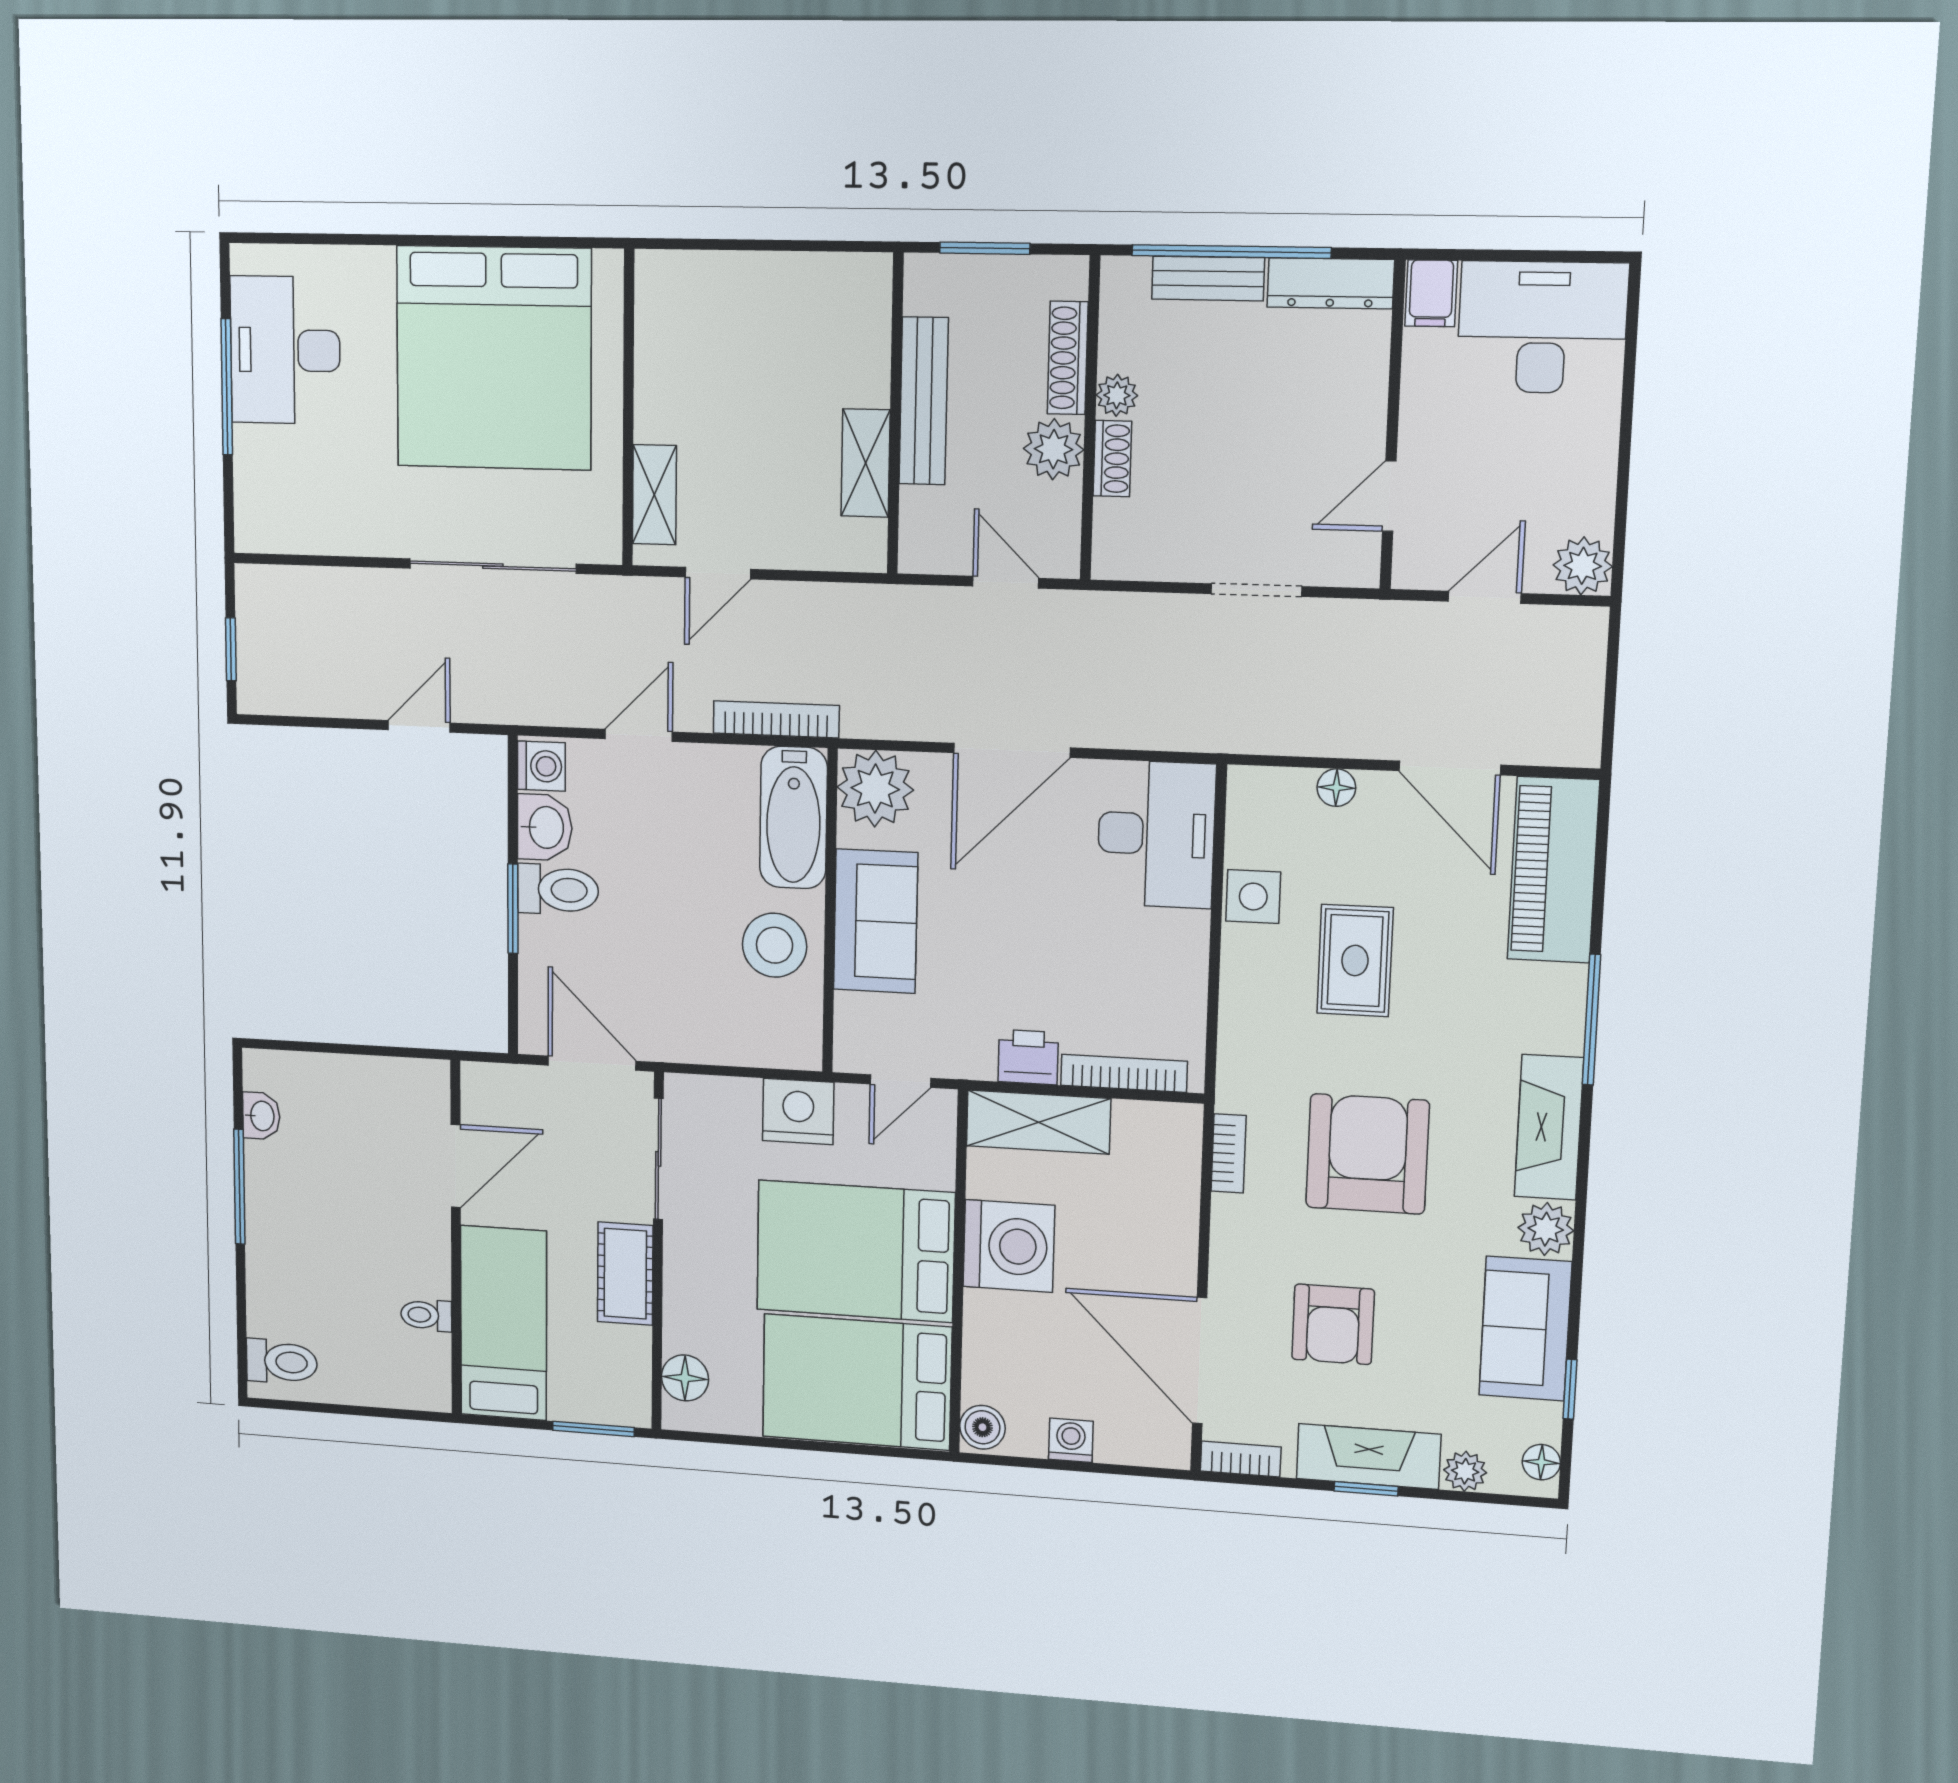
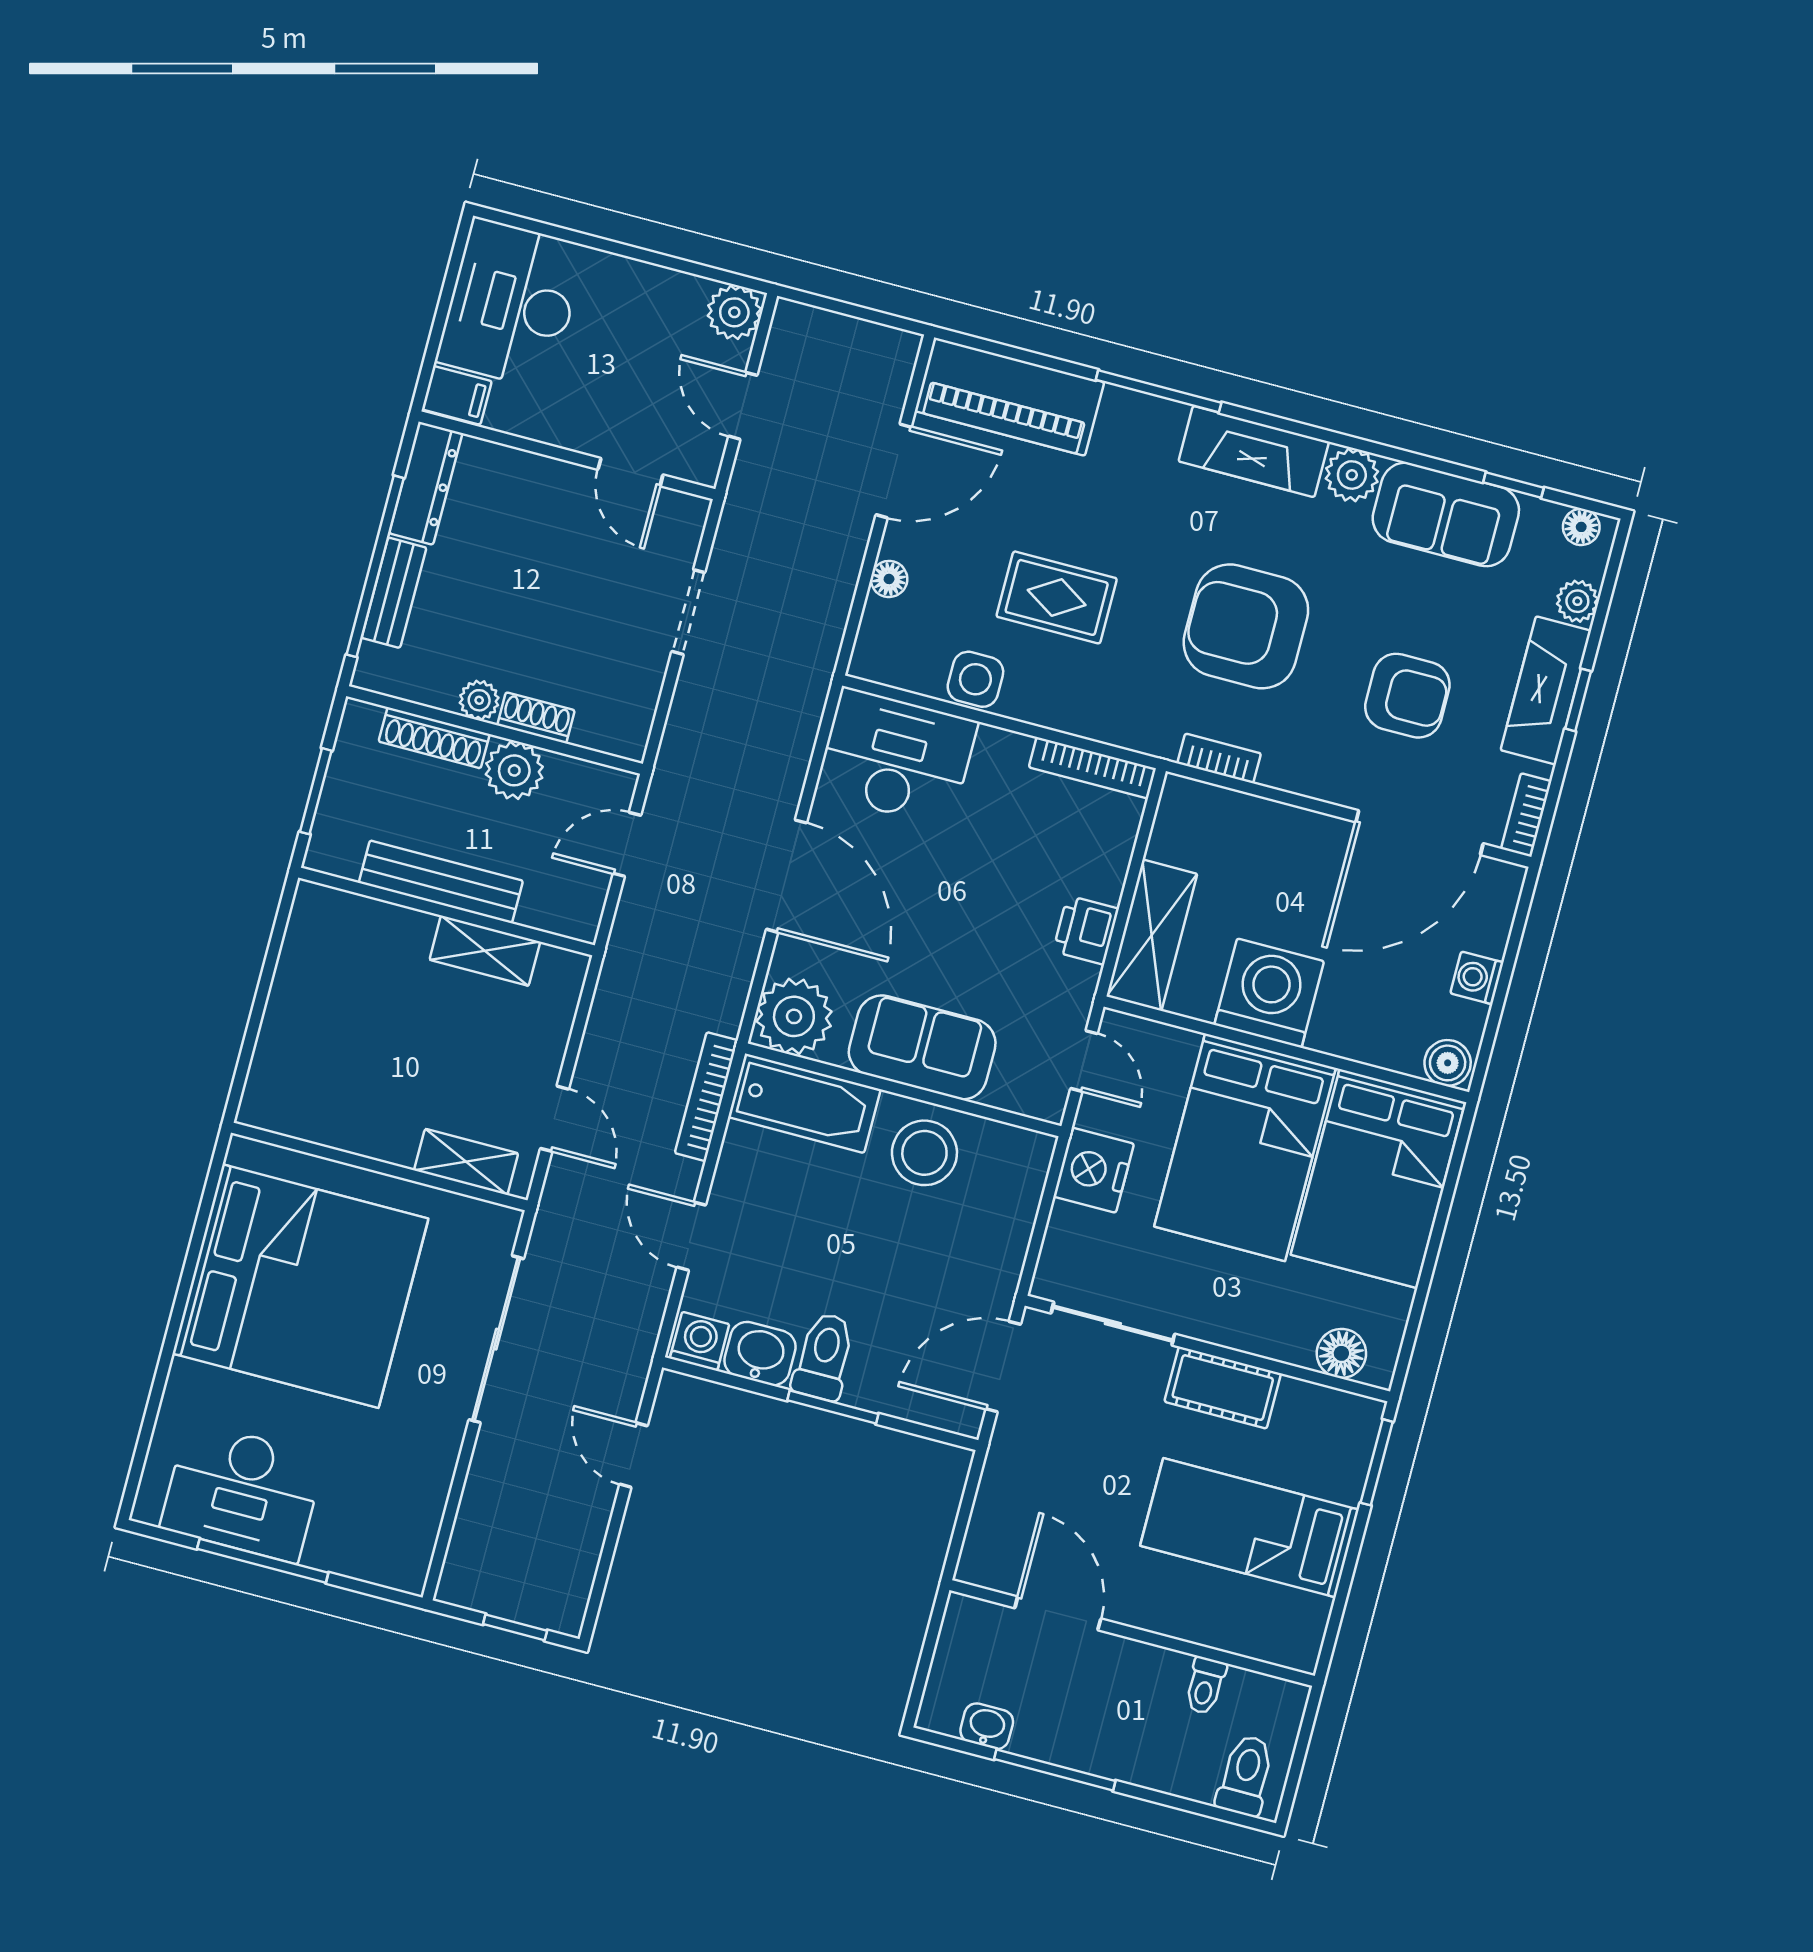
bookcase: (1124, 1073) -> (1092, 768), moved, turned -90
door: (456, 1166) -> (1058, 1613), moved
wall: (456, 1239) -> (1132, 1633), moved
toilet: (426, 1315) -> (1205, 1686), moved

